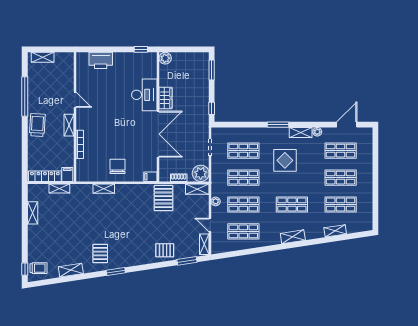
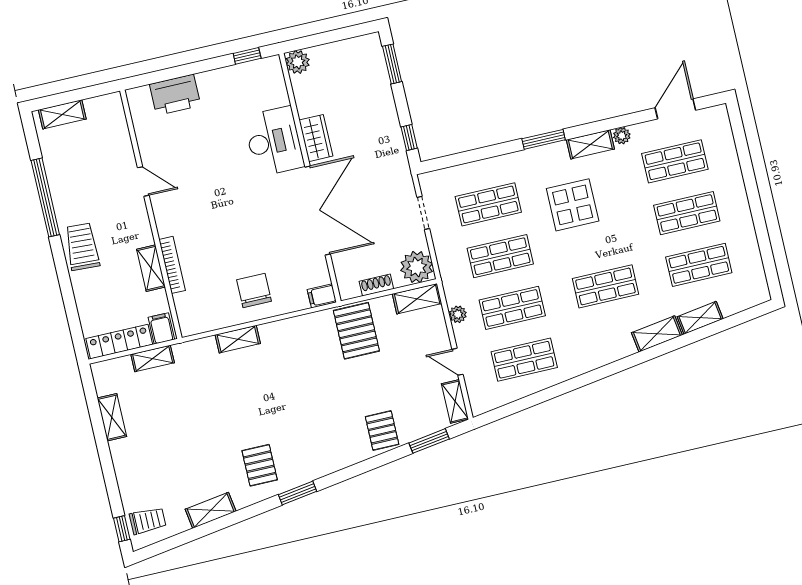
shelving: (69, 125) -> (151, 268), moved
shelving: (293, 237) -> (657, 334), moved
pallet: (165, 250) -> (382, 431), turned 90

